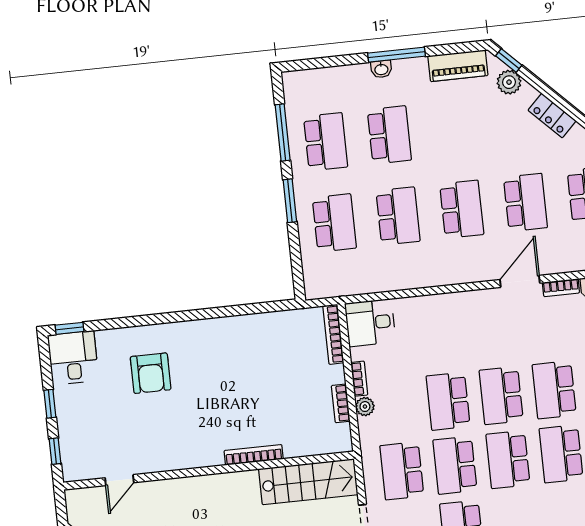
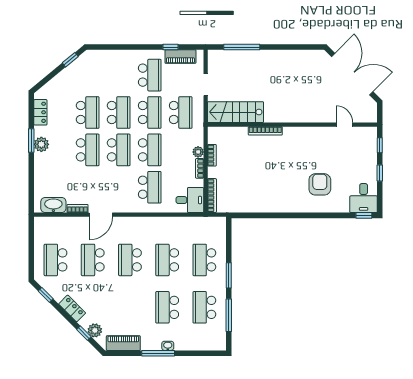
window: (509, 60) -> (84, 333), moved
school desk: (441, 337) -> (150, 187), added
door: (119, 480) -> (344, 125), hinge flipped

